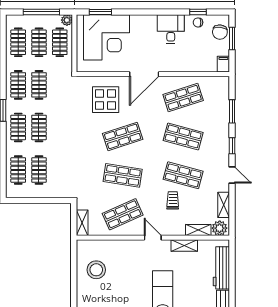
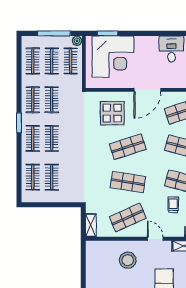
stool: (96, 270) -> (128, 260), moved

